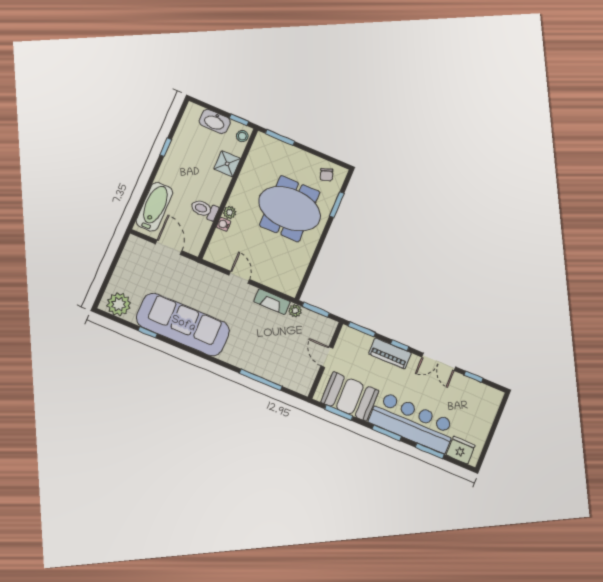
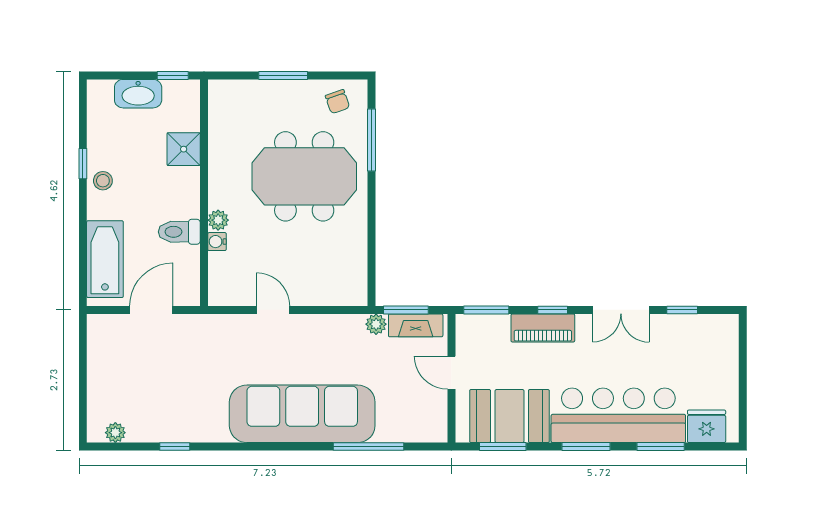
stool: (242, 136) -> (103, 181), moved
window: (280, 137) -> (283, 75), moved
window: (337, 205) -> (372, 140), width x1.44
door: (169, 247) -> (151, 310), hinge flipped
fireplace: (272, 302) -> (416, 325), moved
plant: (119, 304) -> (115, 433), width x0.53, depth x0.53
sofa: (183, 324) -> (302, 414), moved

